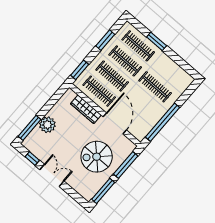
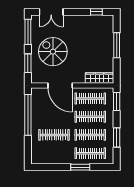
wardrobe: (86, 109) -> (99, 78), moved
plant: (47, 125) -> (106, 44), removed
window: (29, 128) -> (117, 45), moved
spiral stairs: (97, 157) -> (53, 52), turned -90
window: (126, 165) -> (28, 63), width x0.69
double door: (52, 175) -> (51, 12), moved

